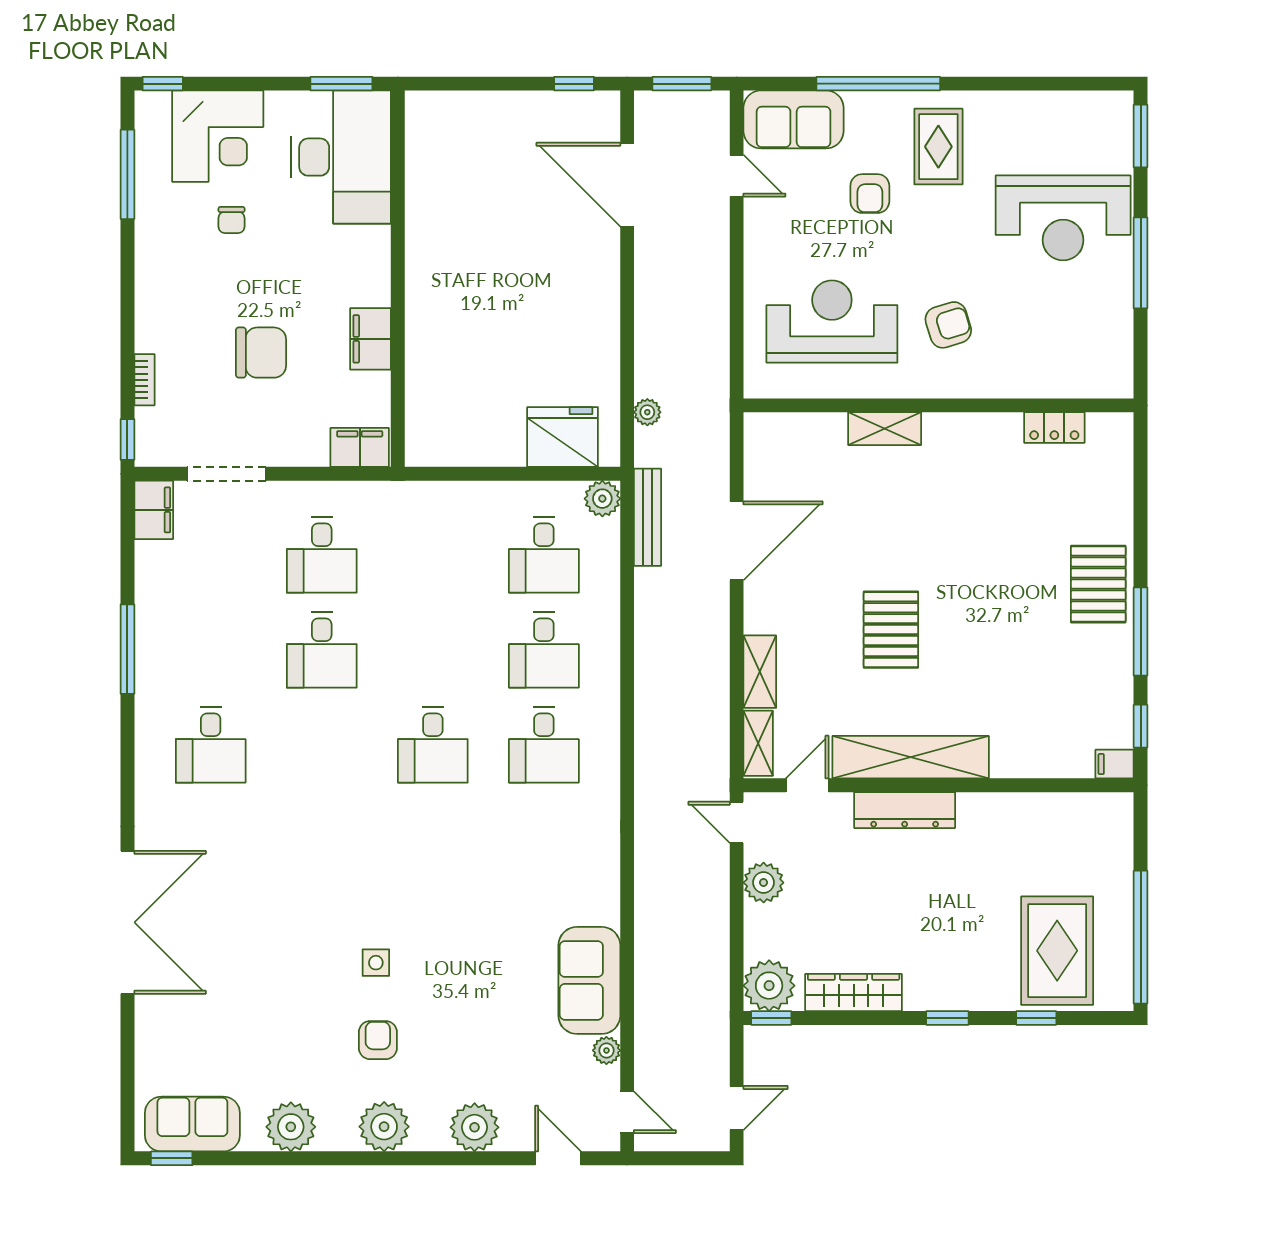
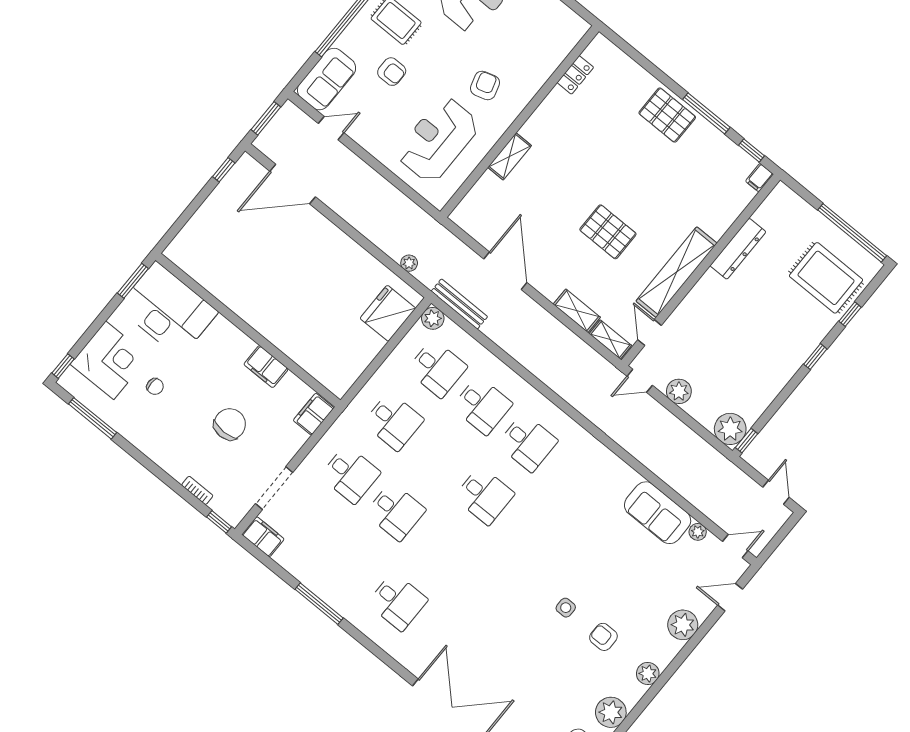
desk: (433, 555) -> (393, 421), added
dresser: (905, 810) -> (738, 249), moved
wardrobe: (854, 992) -> (766, 391), removed
plant: (384, 1127) -> (648, 674), width x0.73, depth x0.73

